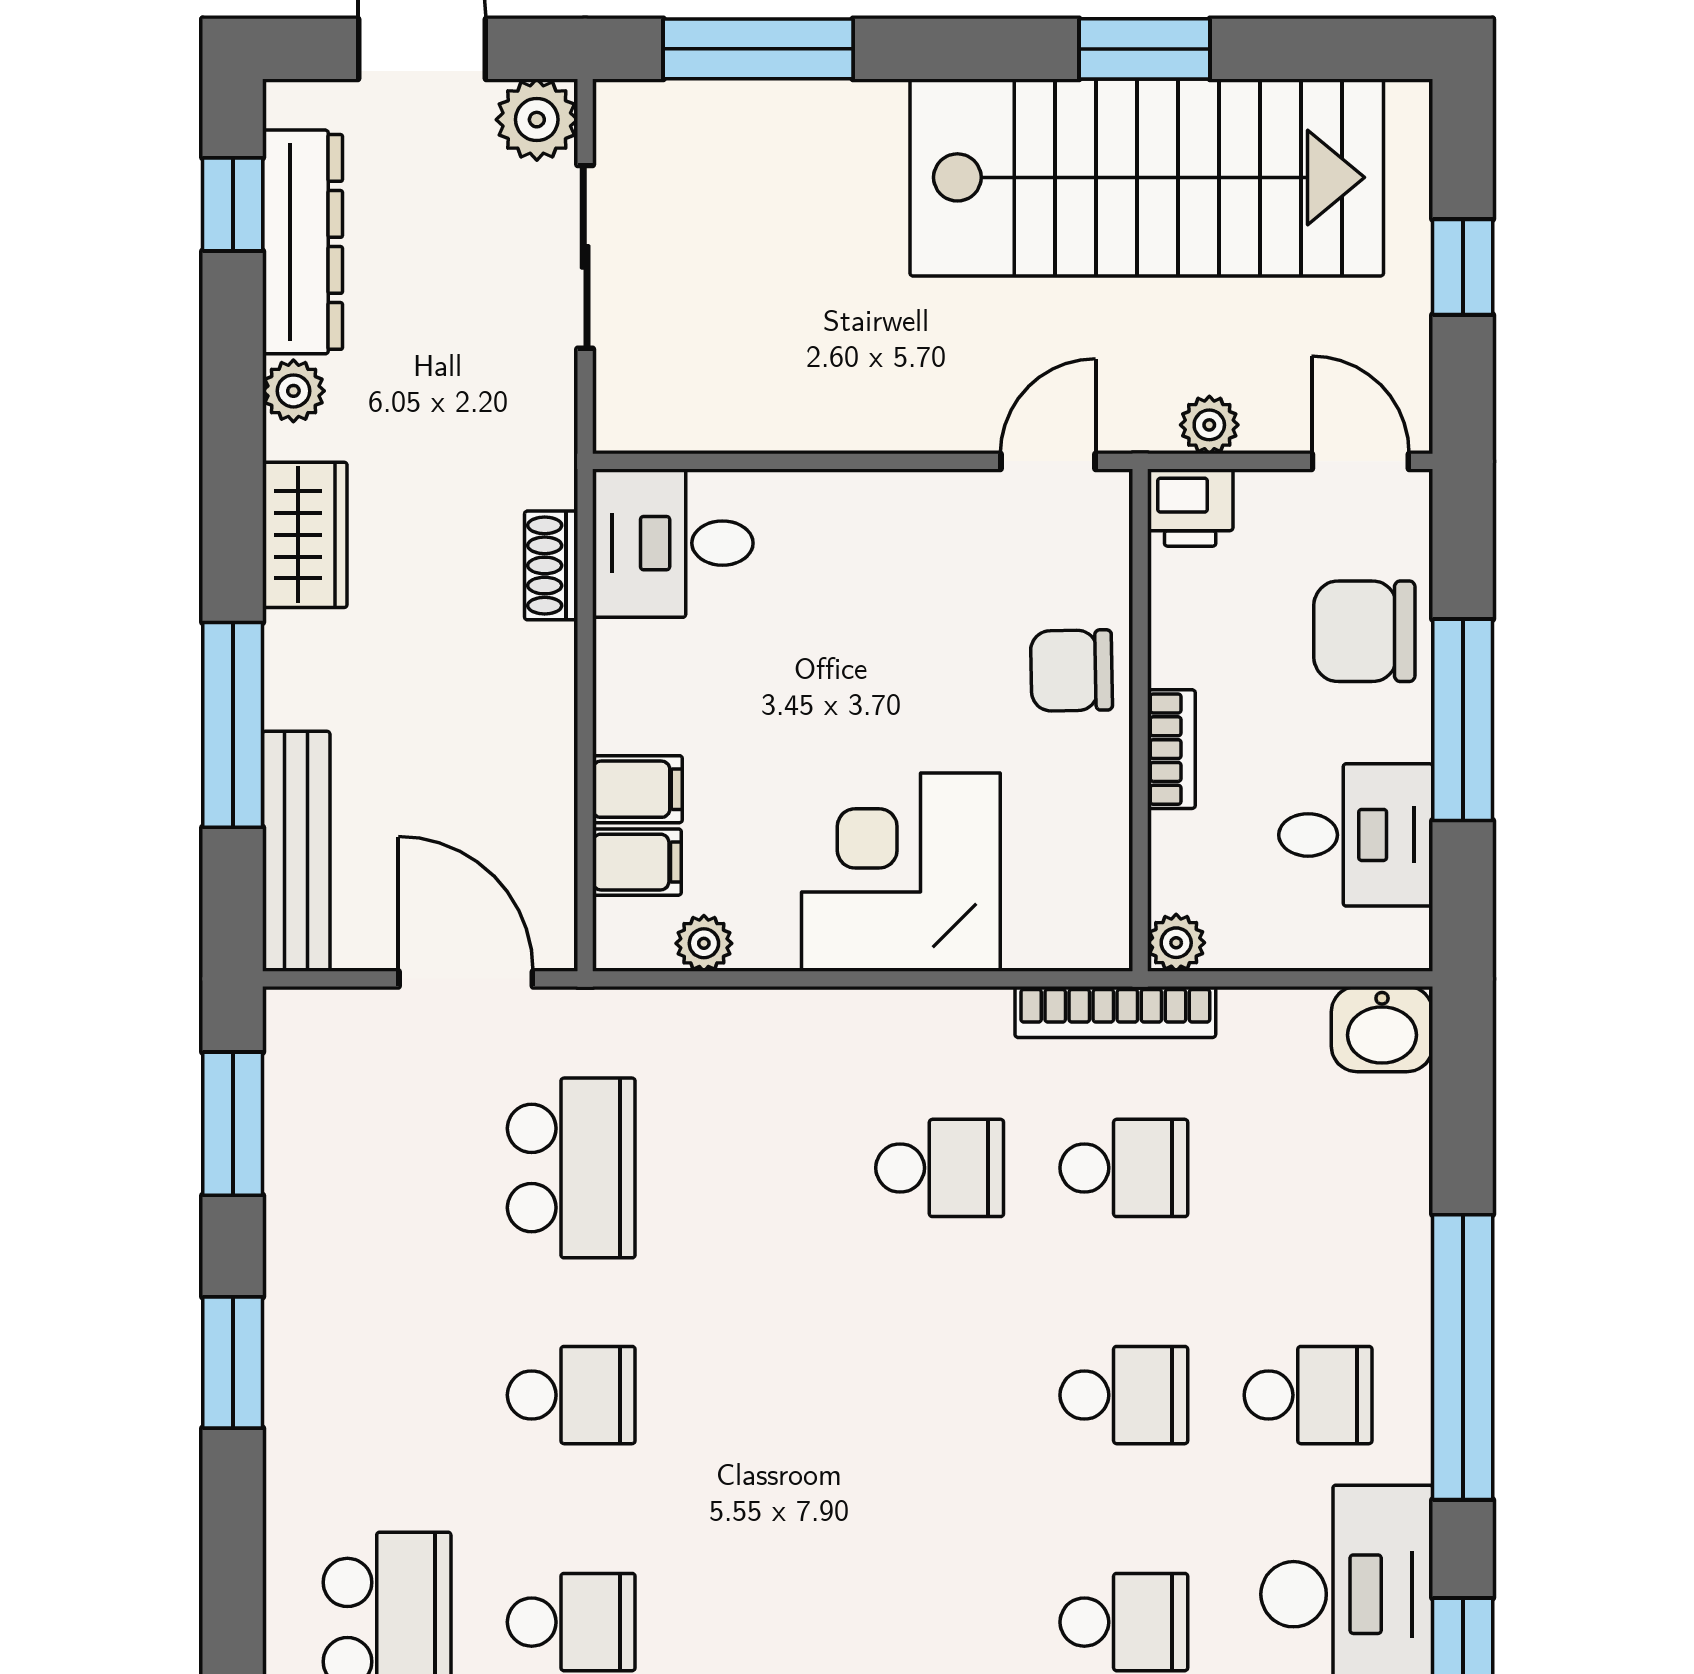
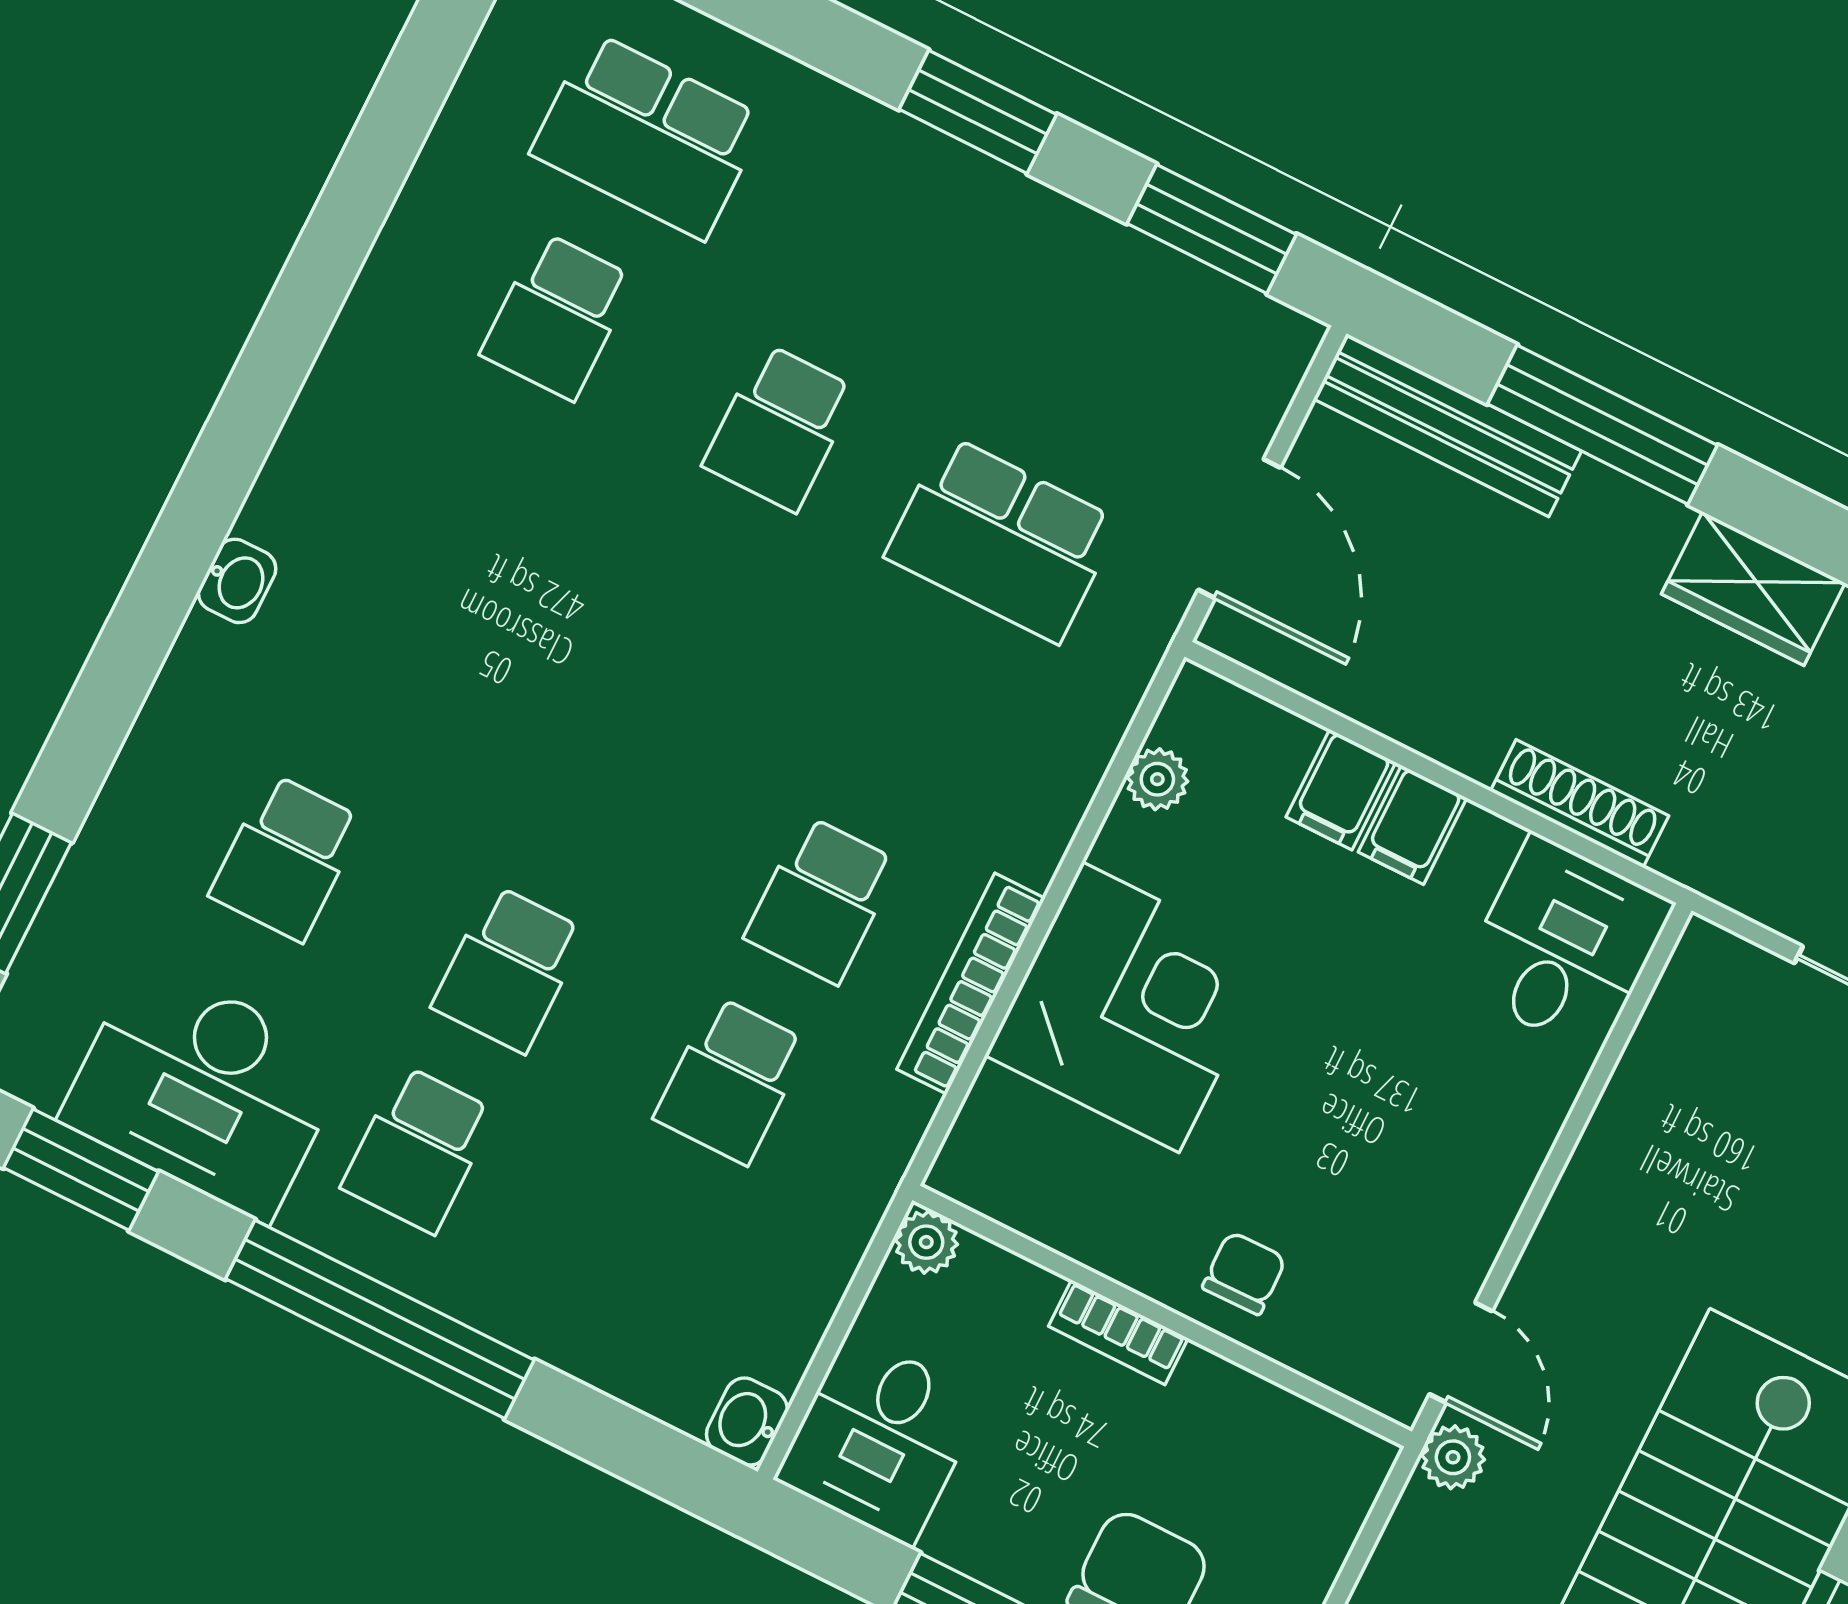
plant: (1209, 425) -> (1453, 1457), moved
printer: (1190, 508) -> (1346, 1469), removed
shoe rack: (551, 565) -> (1580, 803), width x1.43
chair: (1071, 670) -> (1244, 1273), width x0.73, depth x0.73
desk: (1356, 835) -> (880, 1439), moved
filing cabinet: (637, 862) -> (1413, 825), moved
door: (466, 979) -> (1239, 529), hinge flipped
bookcase: (1115, 1012) -> (971, 984), moved
washbasin: (1382, 1029) -> (747, 1422), width x0.72, depth x0.69

